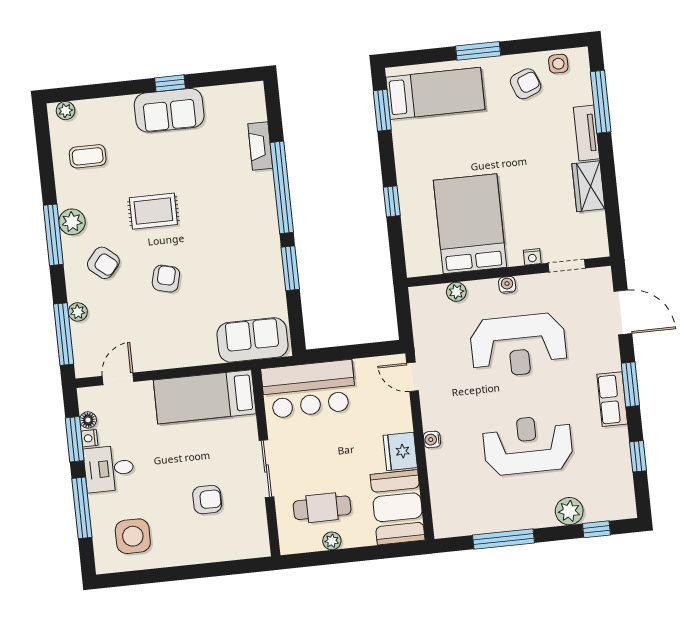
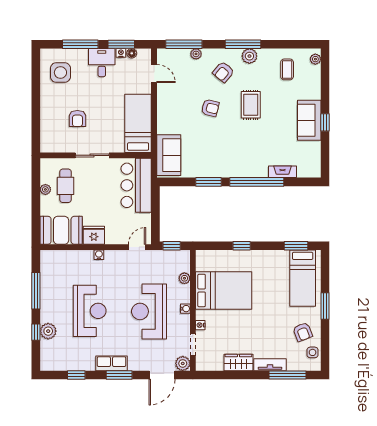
plant: (600, 280) -> (183, 363), added
window: (404, 319) -> (172, 246), added
window: (596, 529) -> (36, 332), moved

